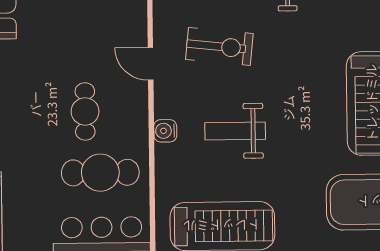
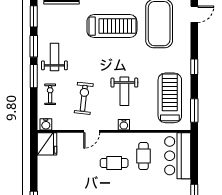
cafe table: (100, 173) -> (143, 156), width x0.73, depth x0.74

